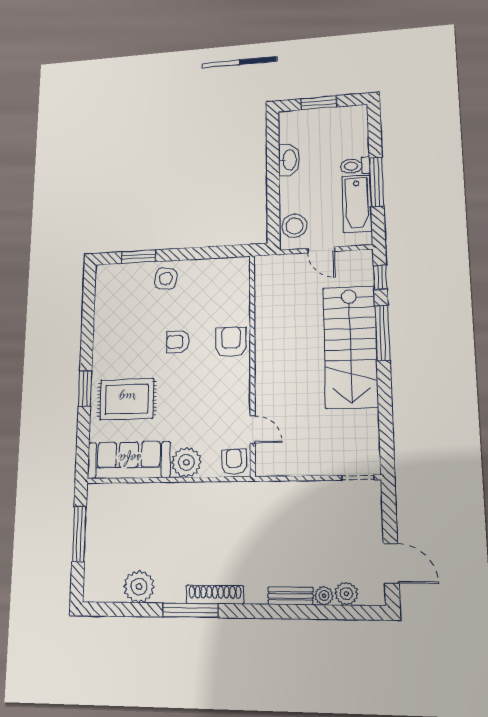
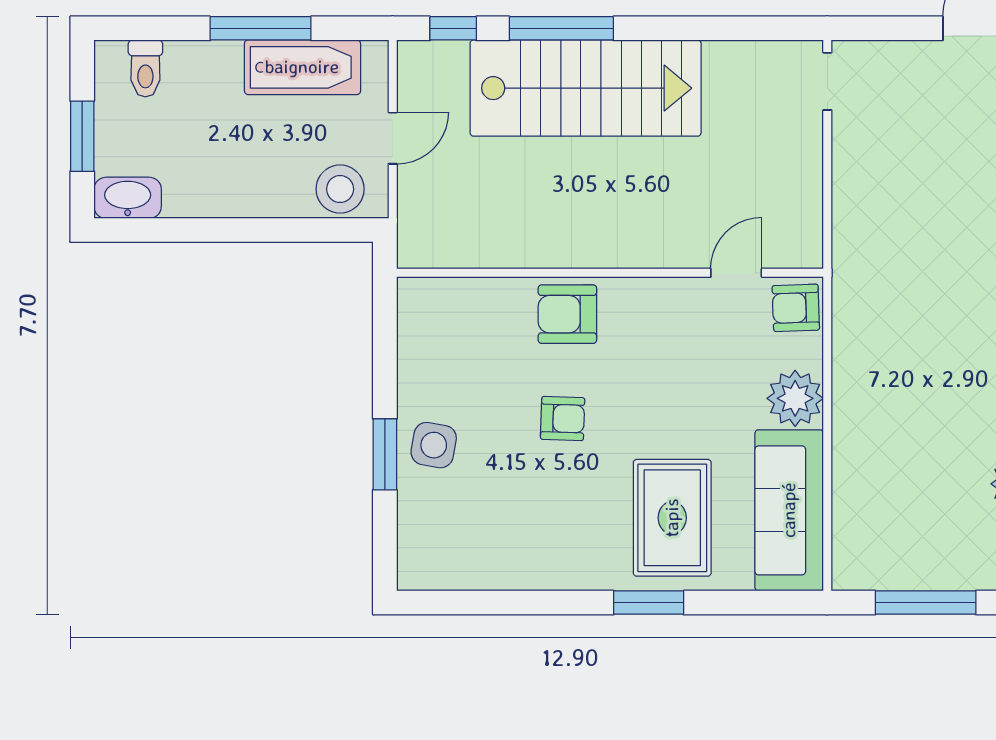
washbasin: (289, 160) -> (128, 198), moved
toilet: (355, 166) -> (145, 68), moved
window: (139, 257) -> (385, 454), moved
armchair: (178, 342) -> (563, 418), turned -88

